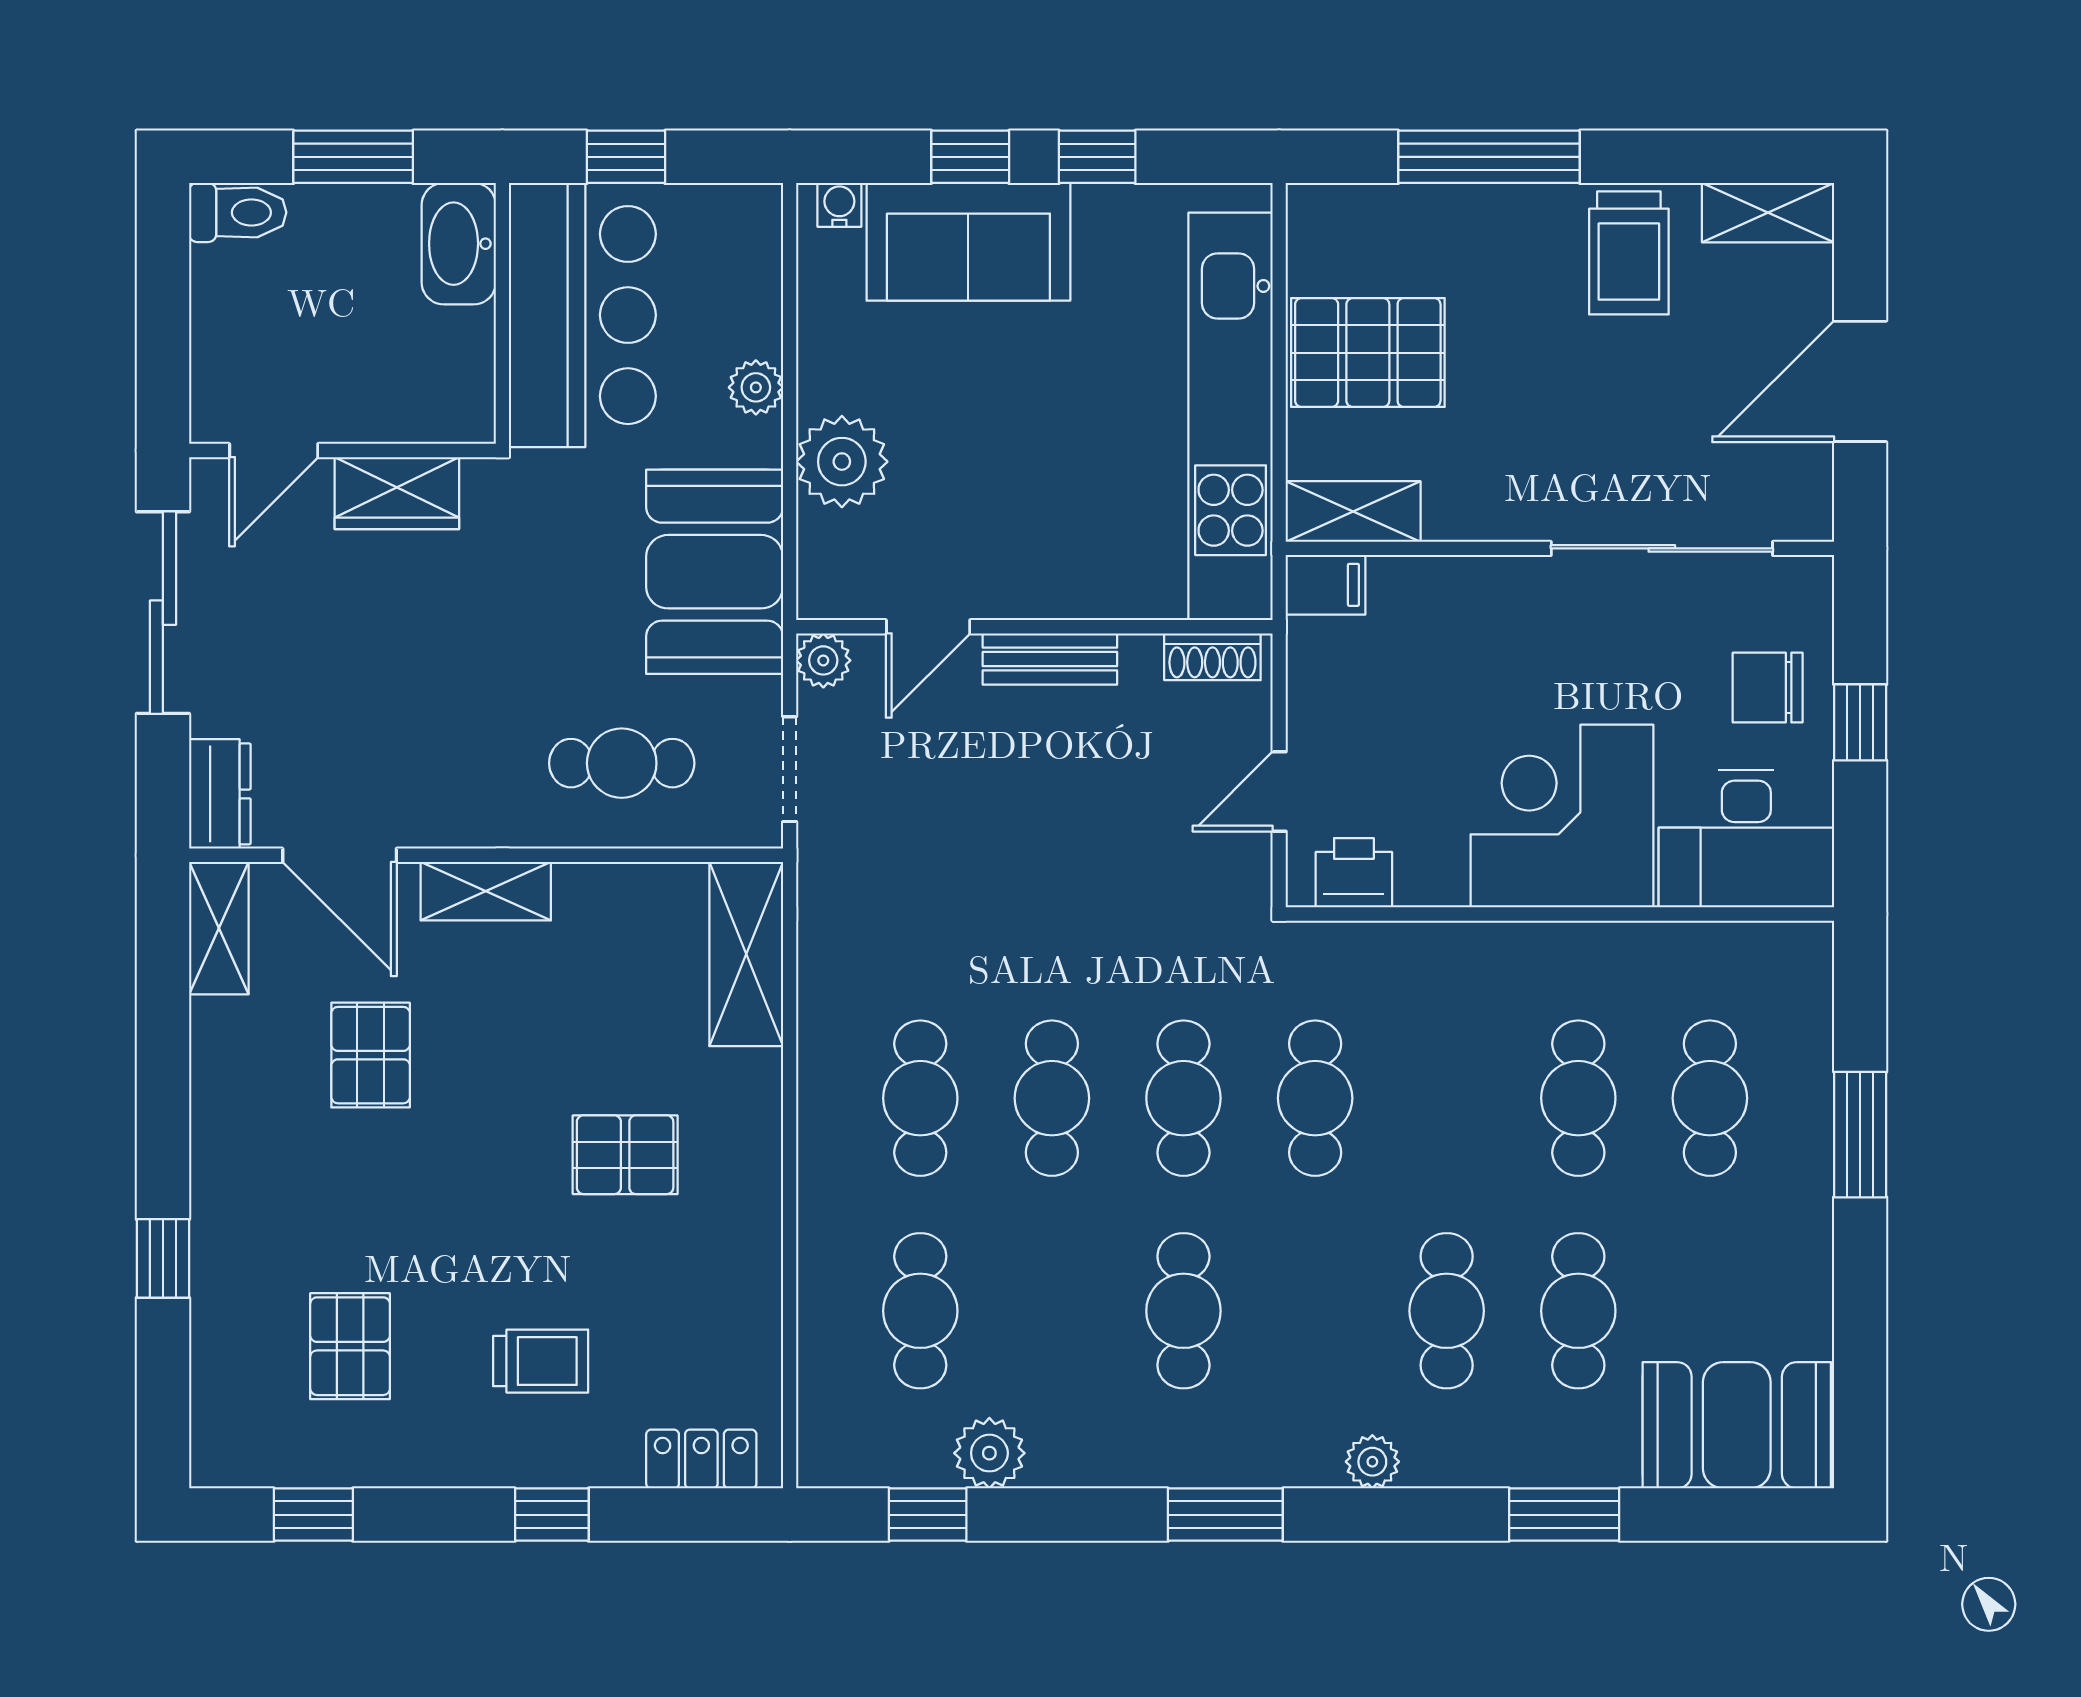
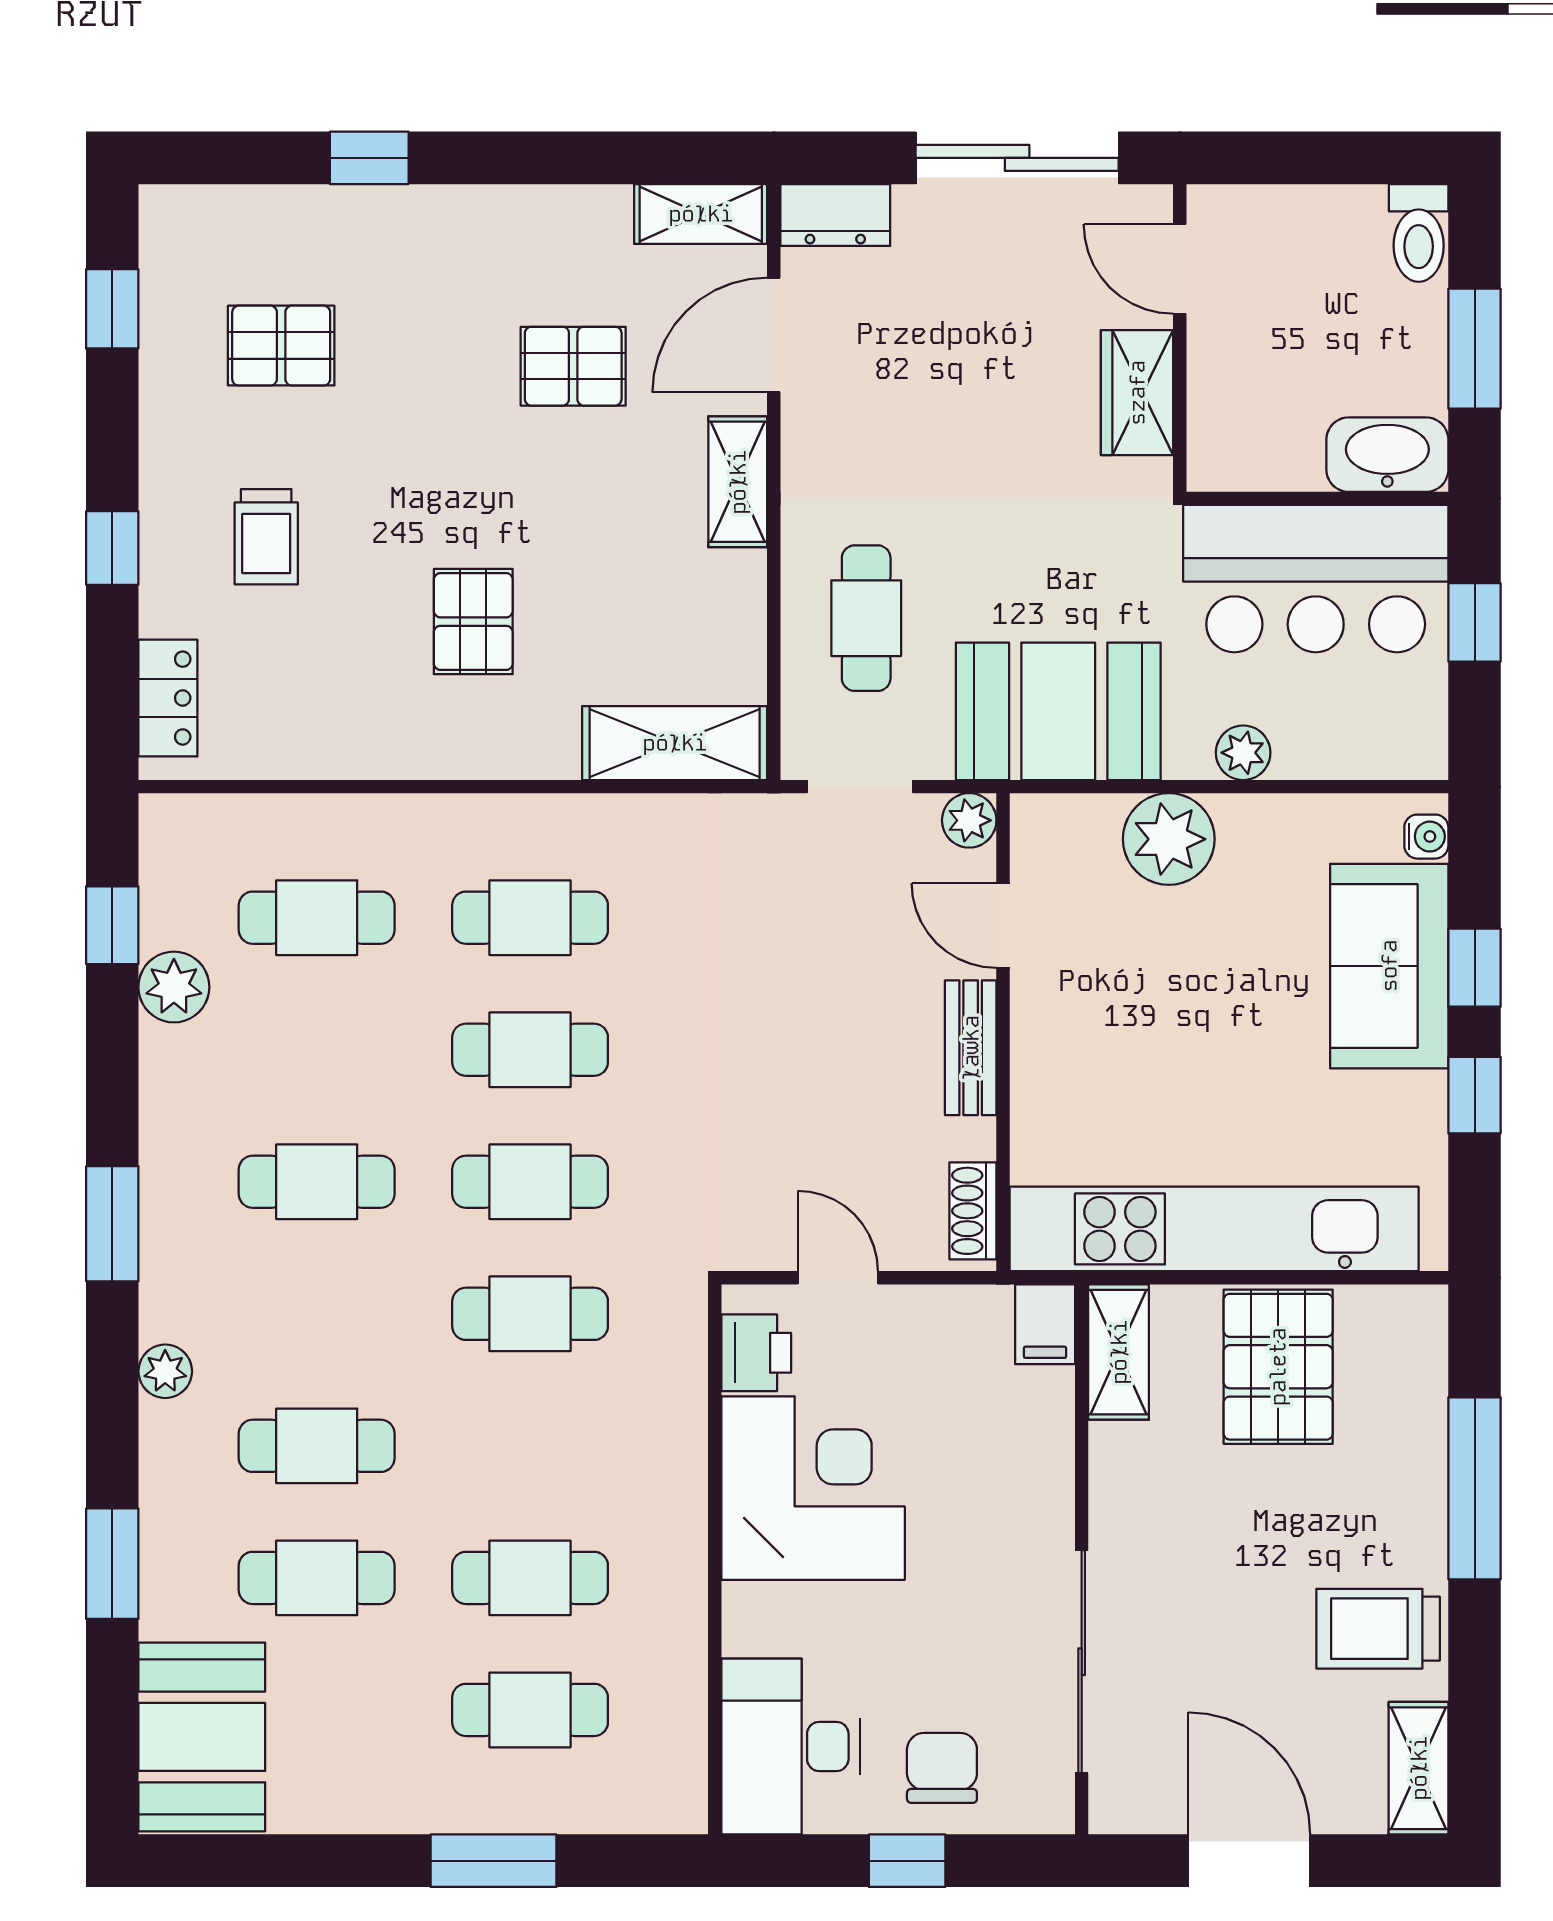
corner desk: (1562, 816) -> (813, 1488), moved

